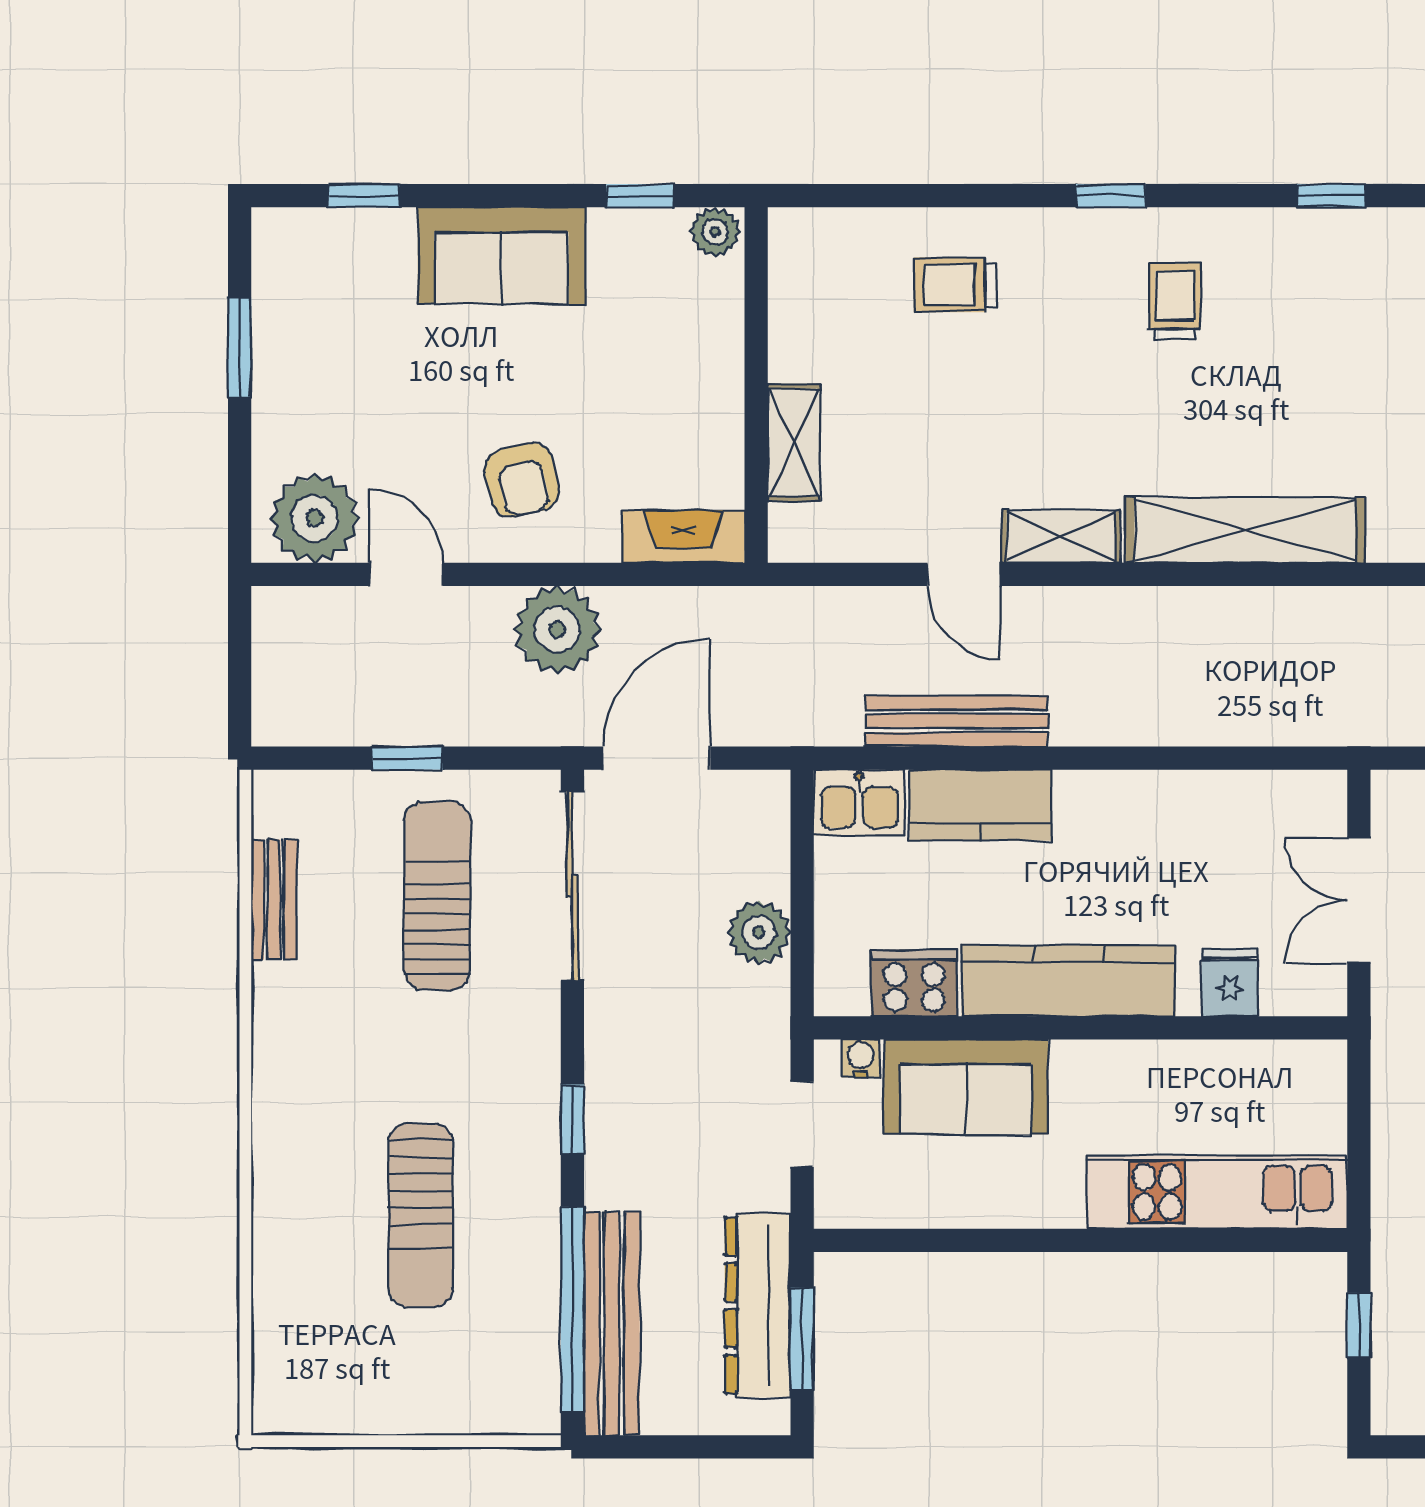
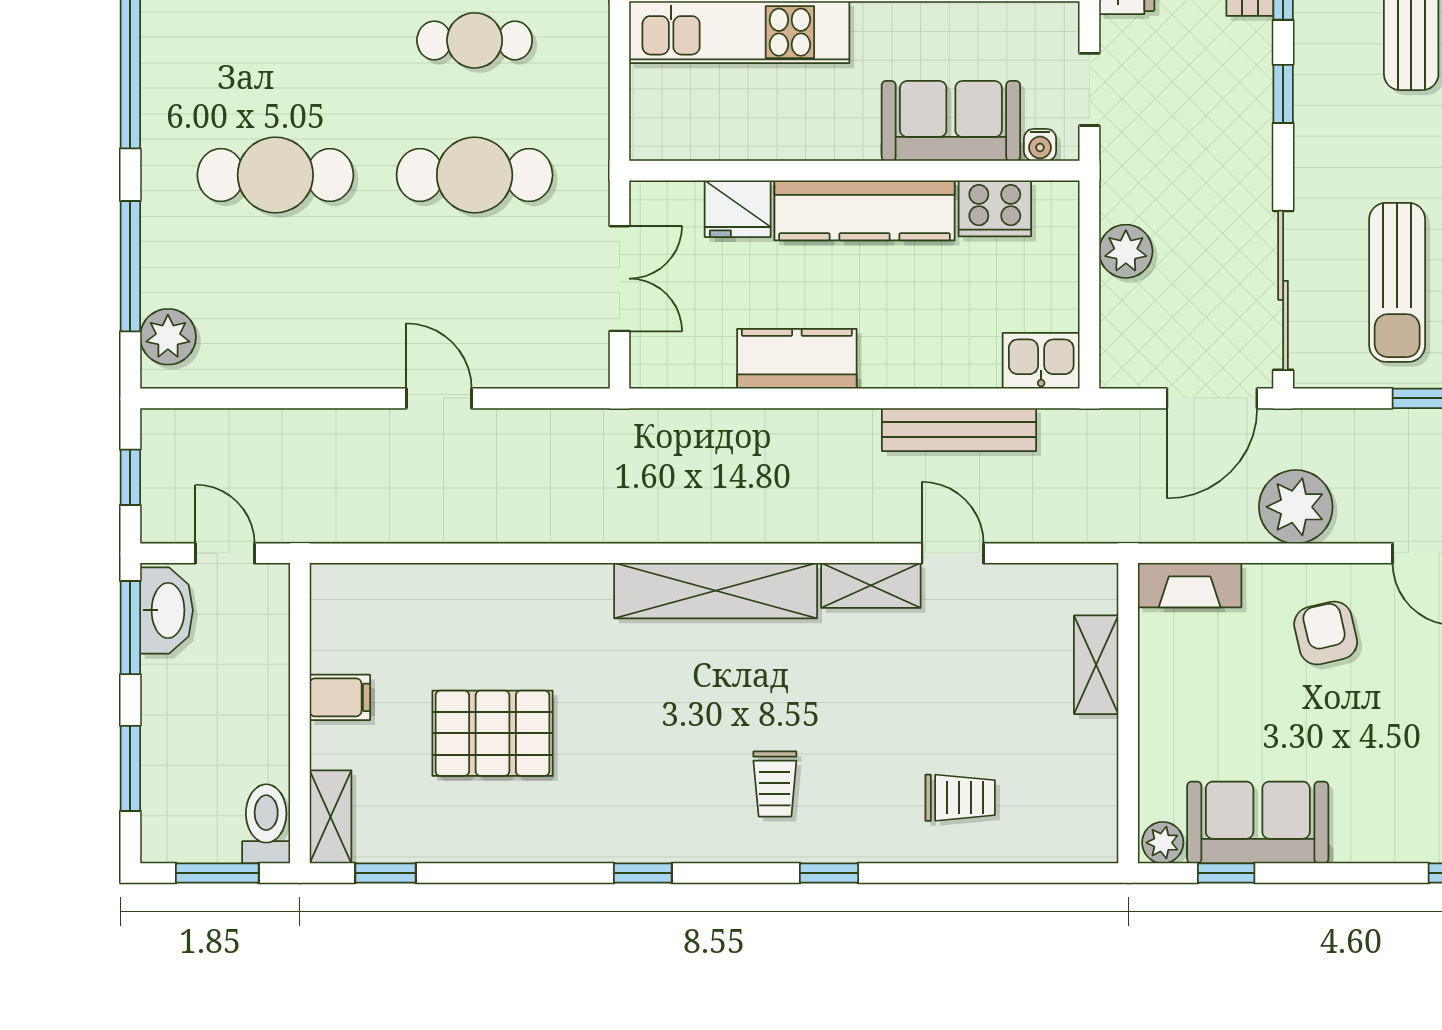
sofa: (501, 255) -> (1258, 822), moved
kitchen counter: (980, 805) -> (797, 359), moved
fridge: (1230, 983) -> (738, 209), width x1.38

